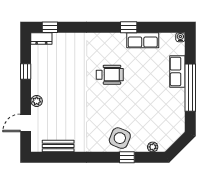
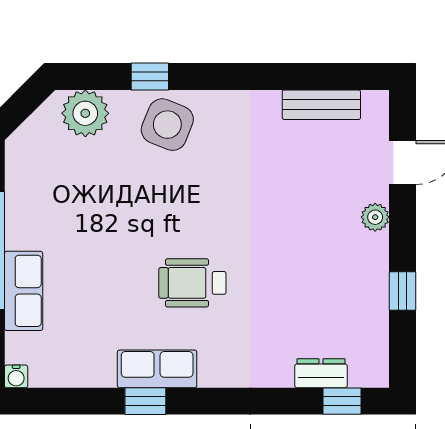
dresser: (41, 39) -> (321, 373), moved
row of seats: (143, 40) -> (157, 369), moved
plant: (153, 147) -> (85, 113), width x1.87, depth x1.87

